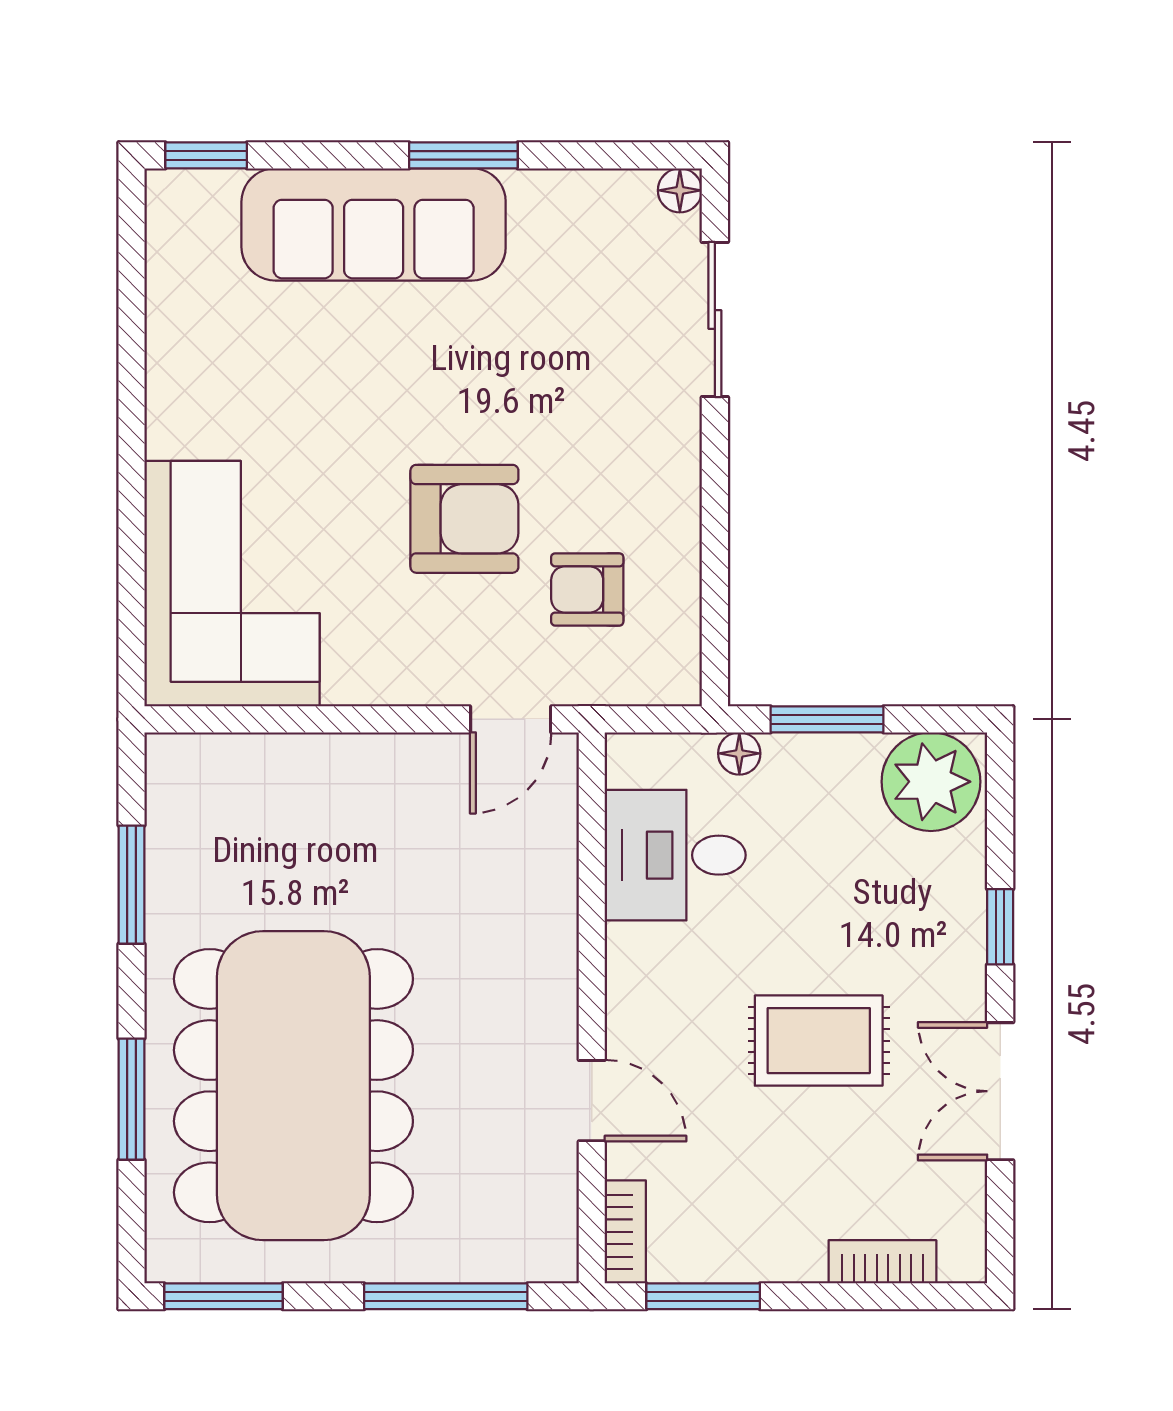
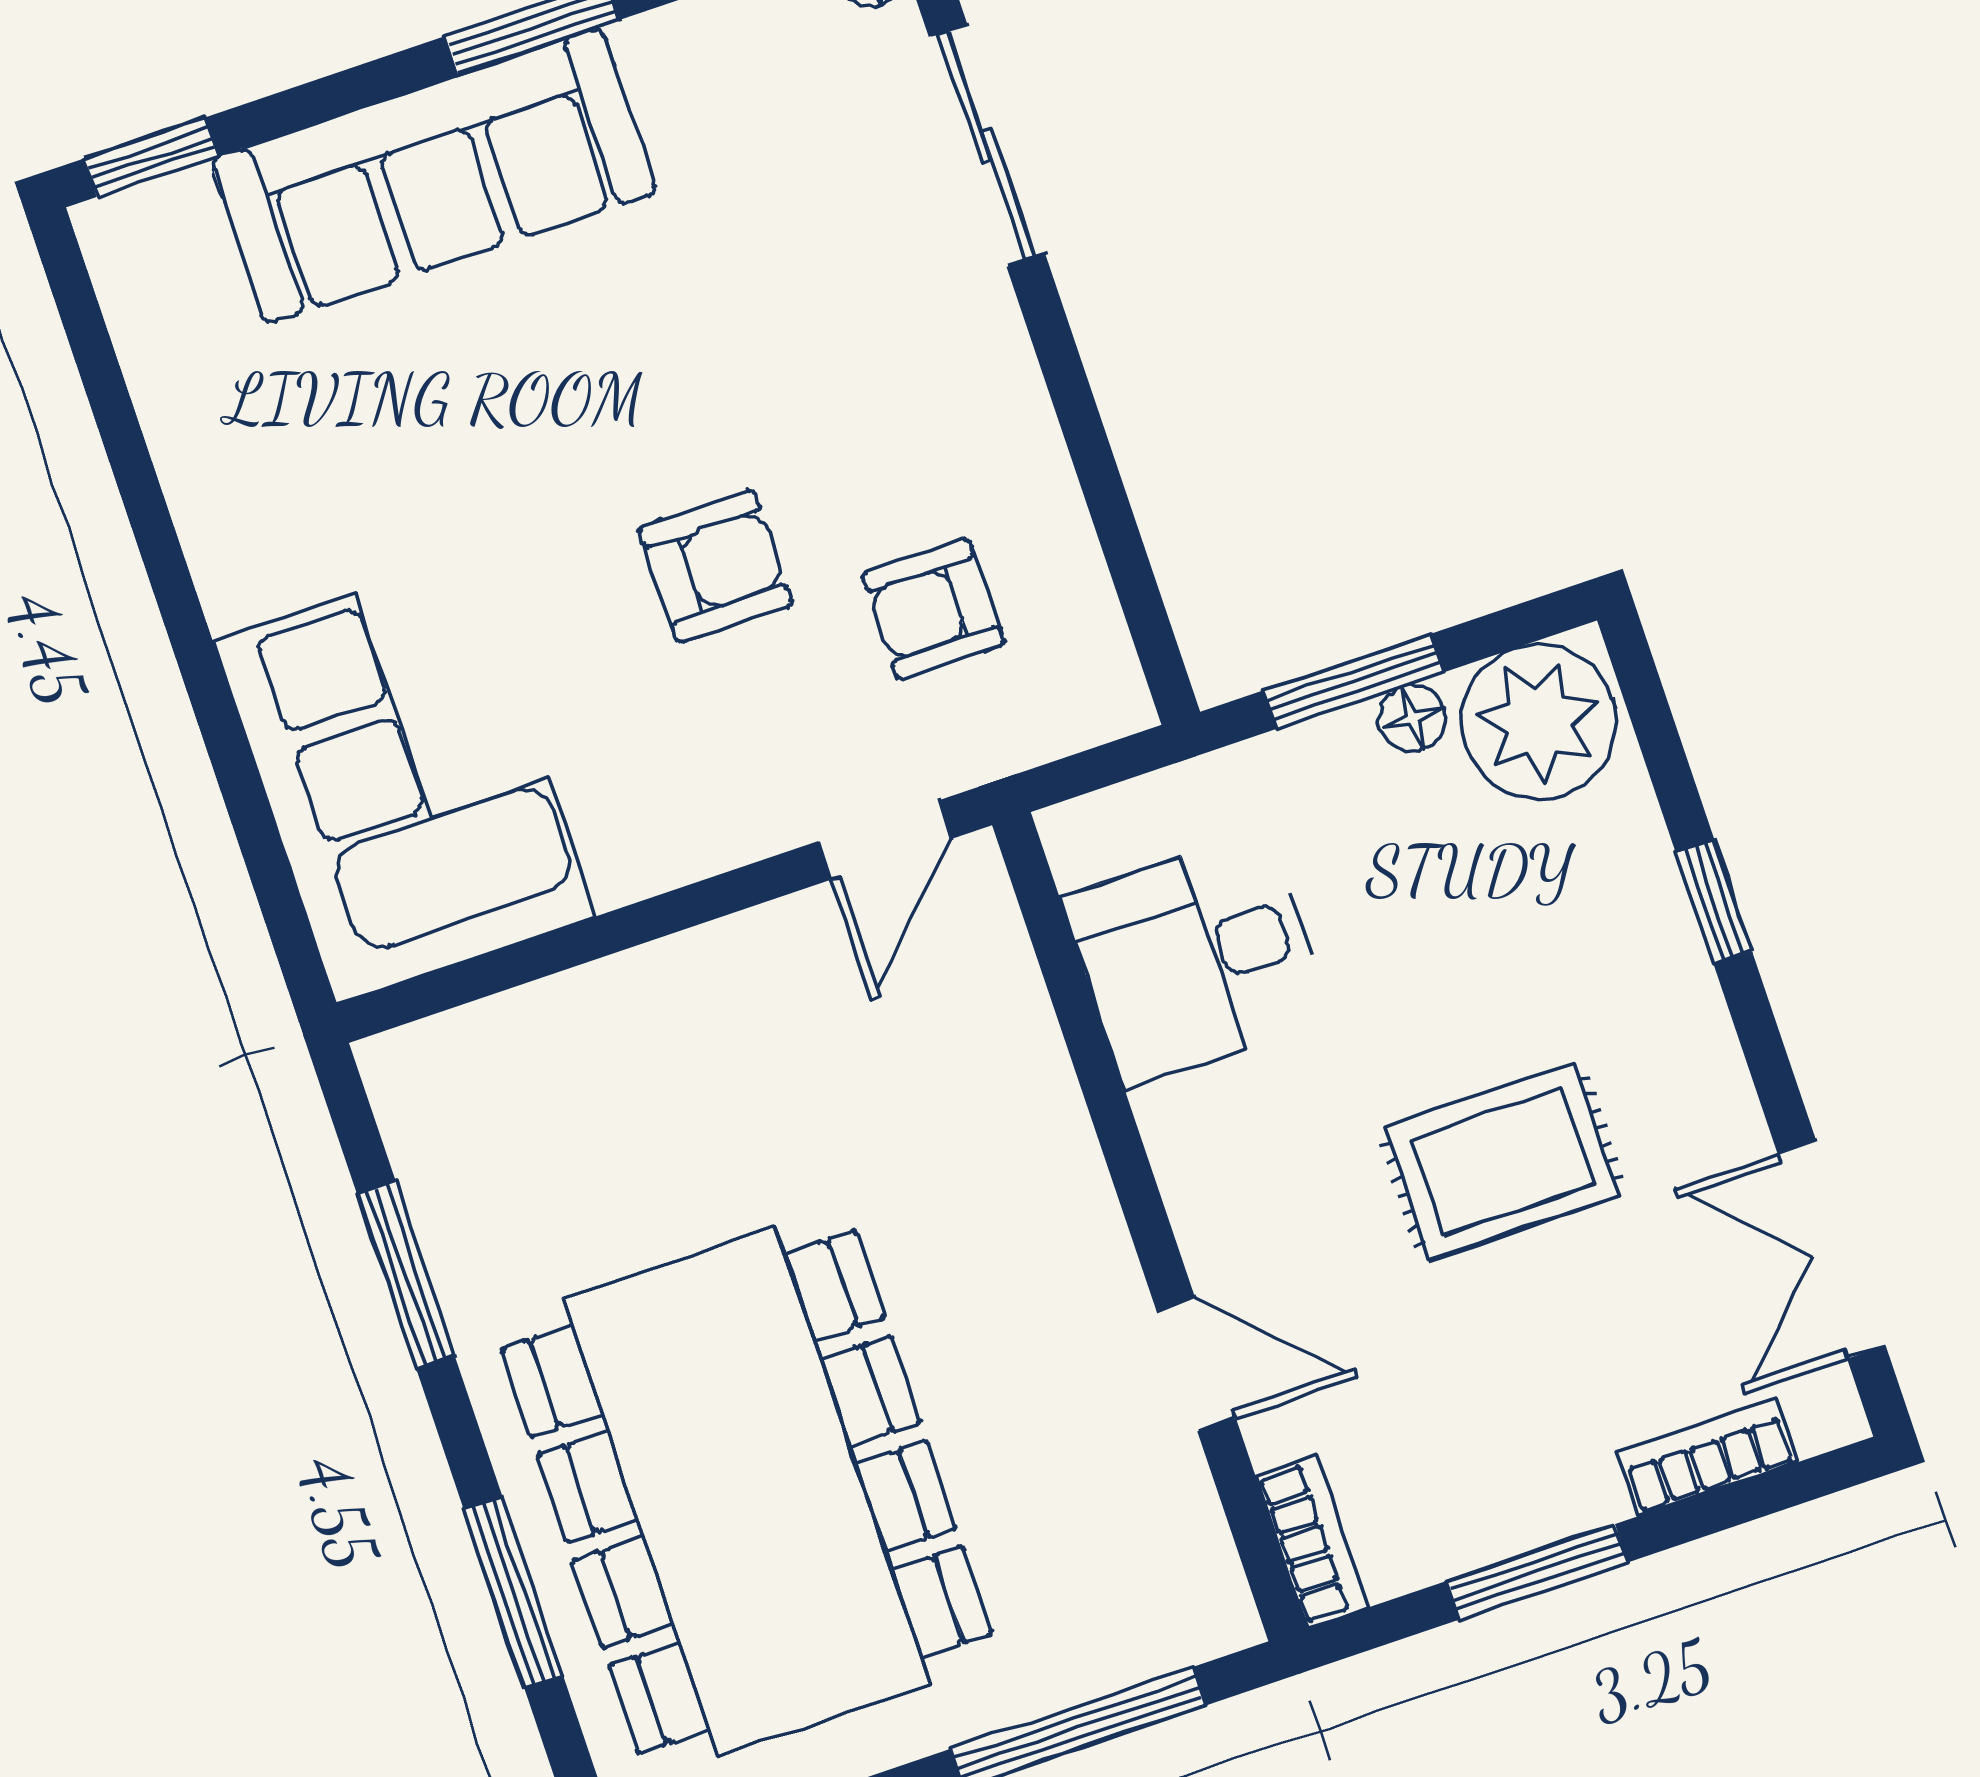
armchair: (464, 519) -> (716, 566), width x0.72, depth x0.72
floor lamp: (739, 753) -> (1412, 718), moved
double door: (1000, 1091) -> (1832, 1250), moved
window: (703, 1296) -> (1537, 1572), moved

